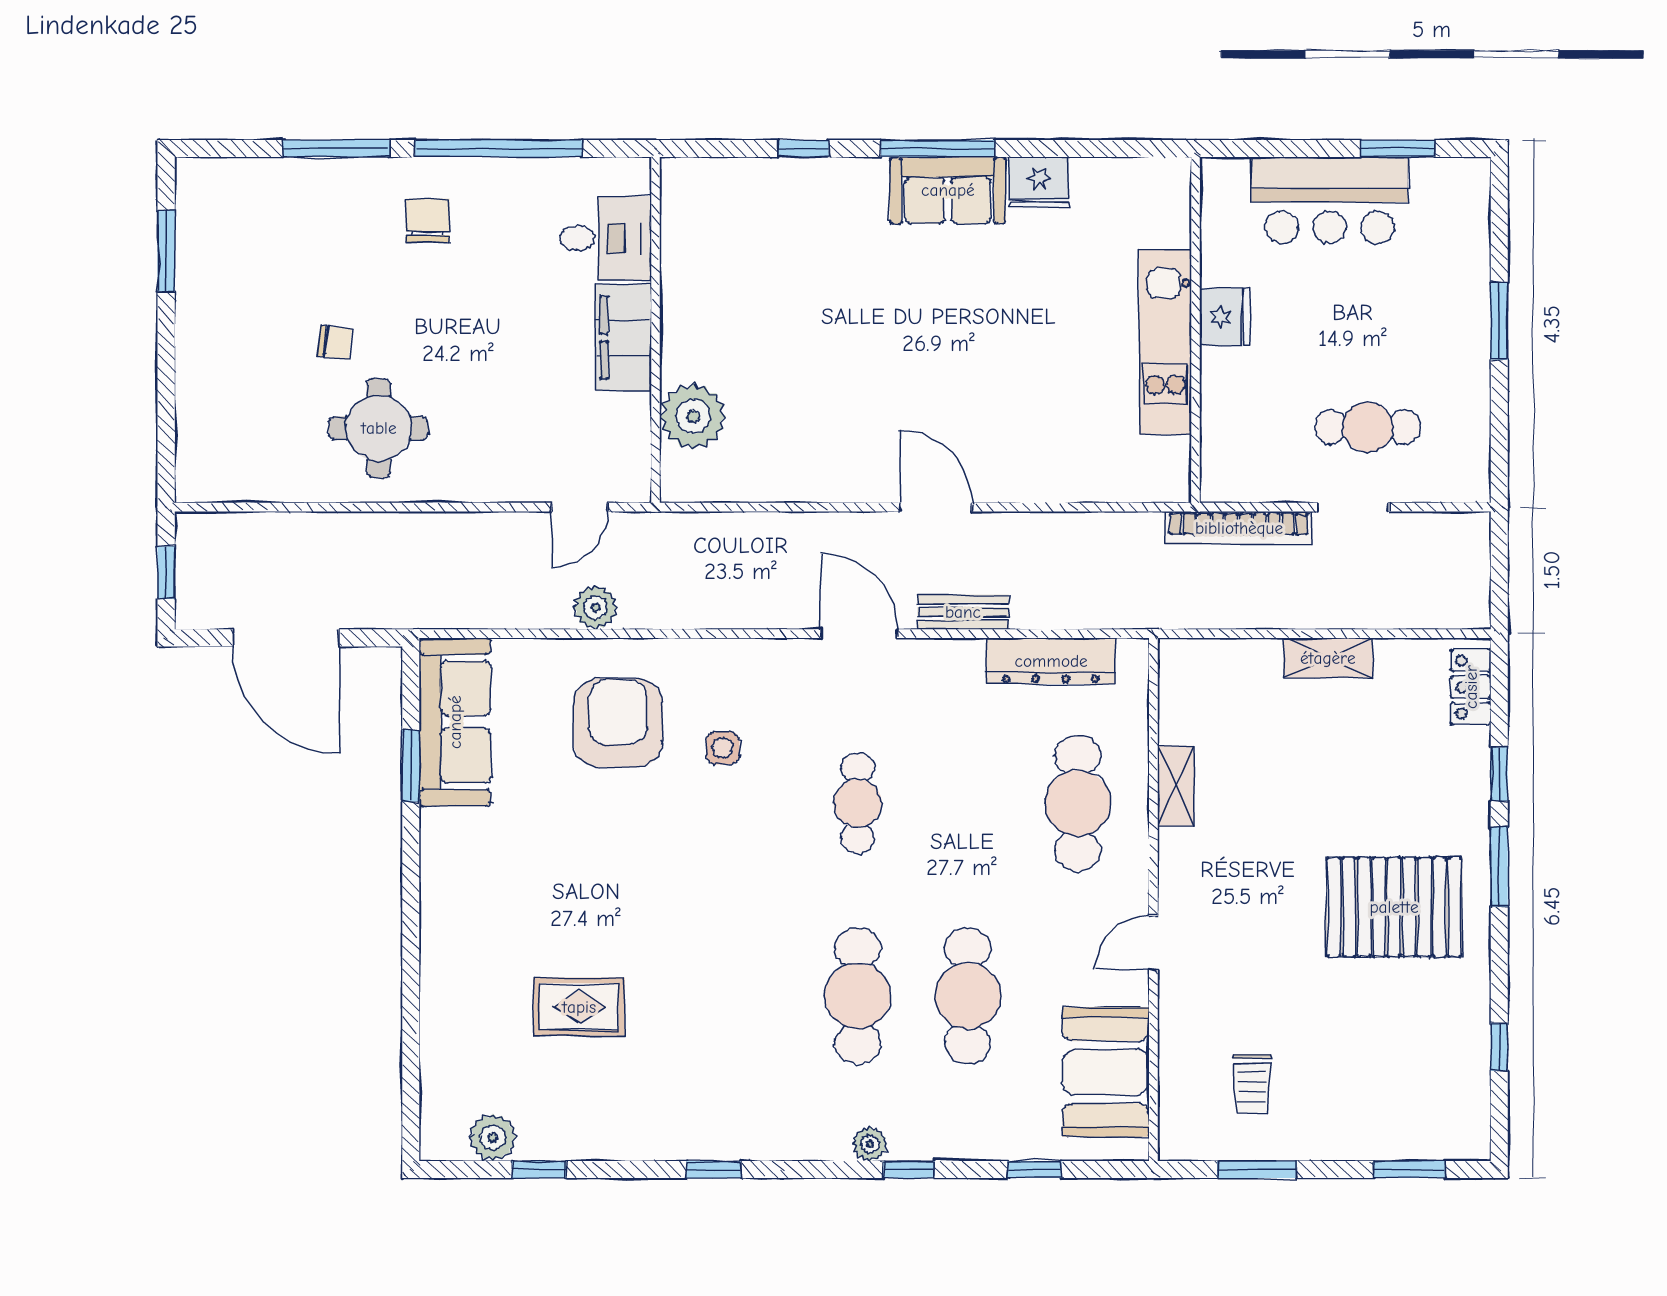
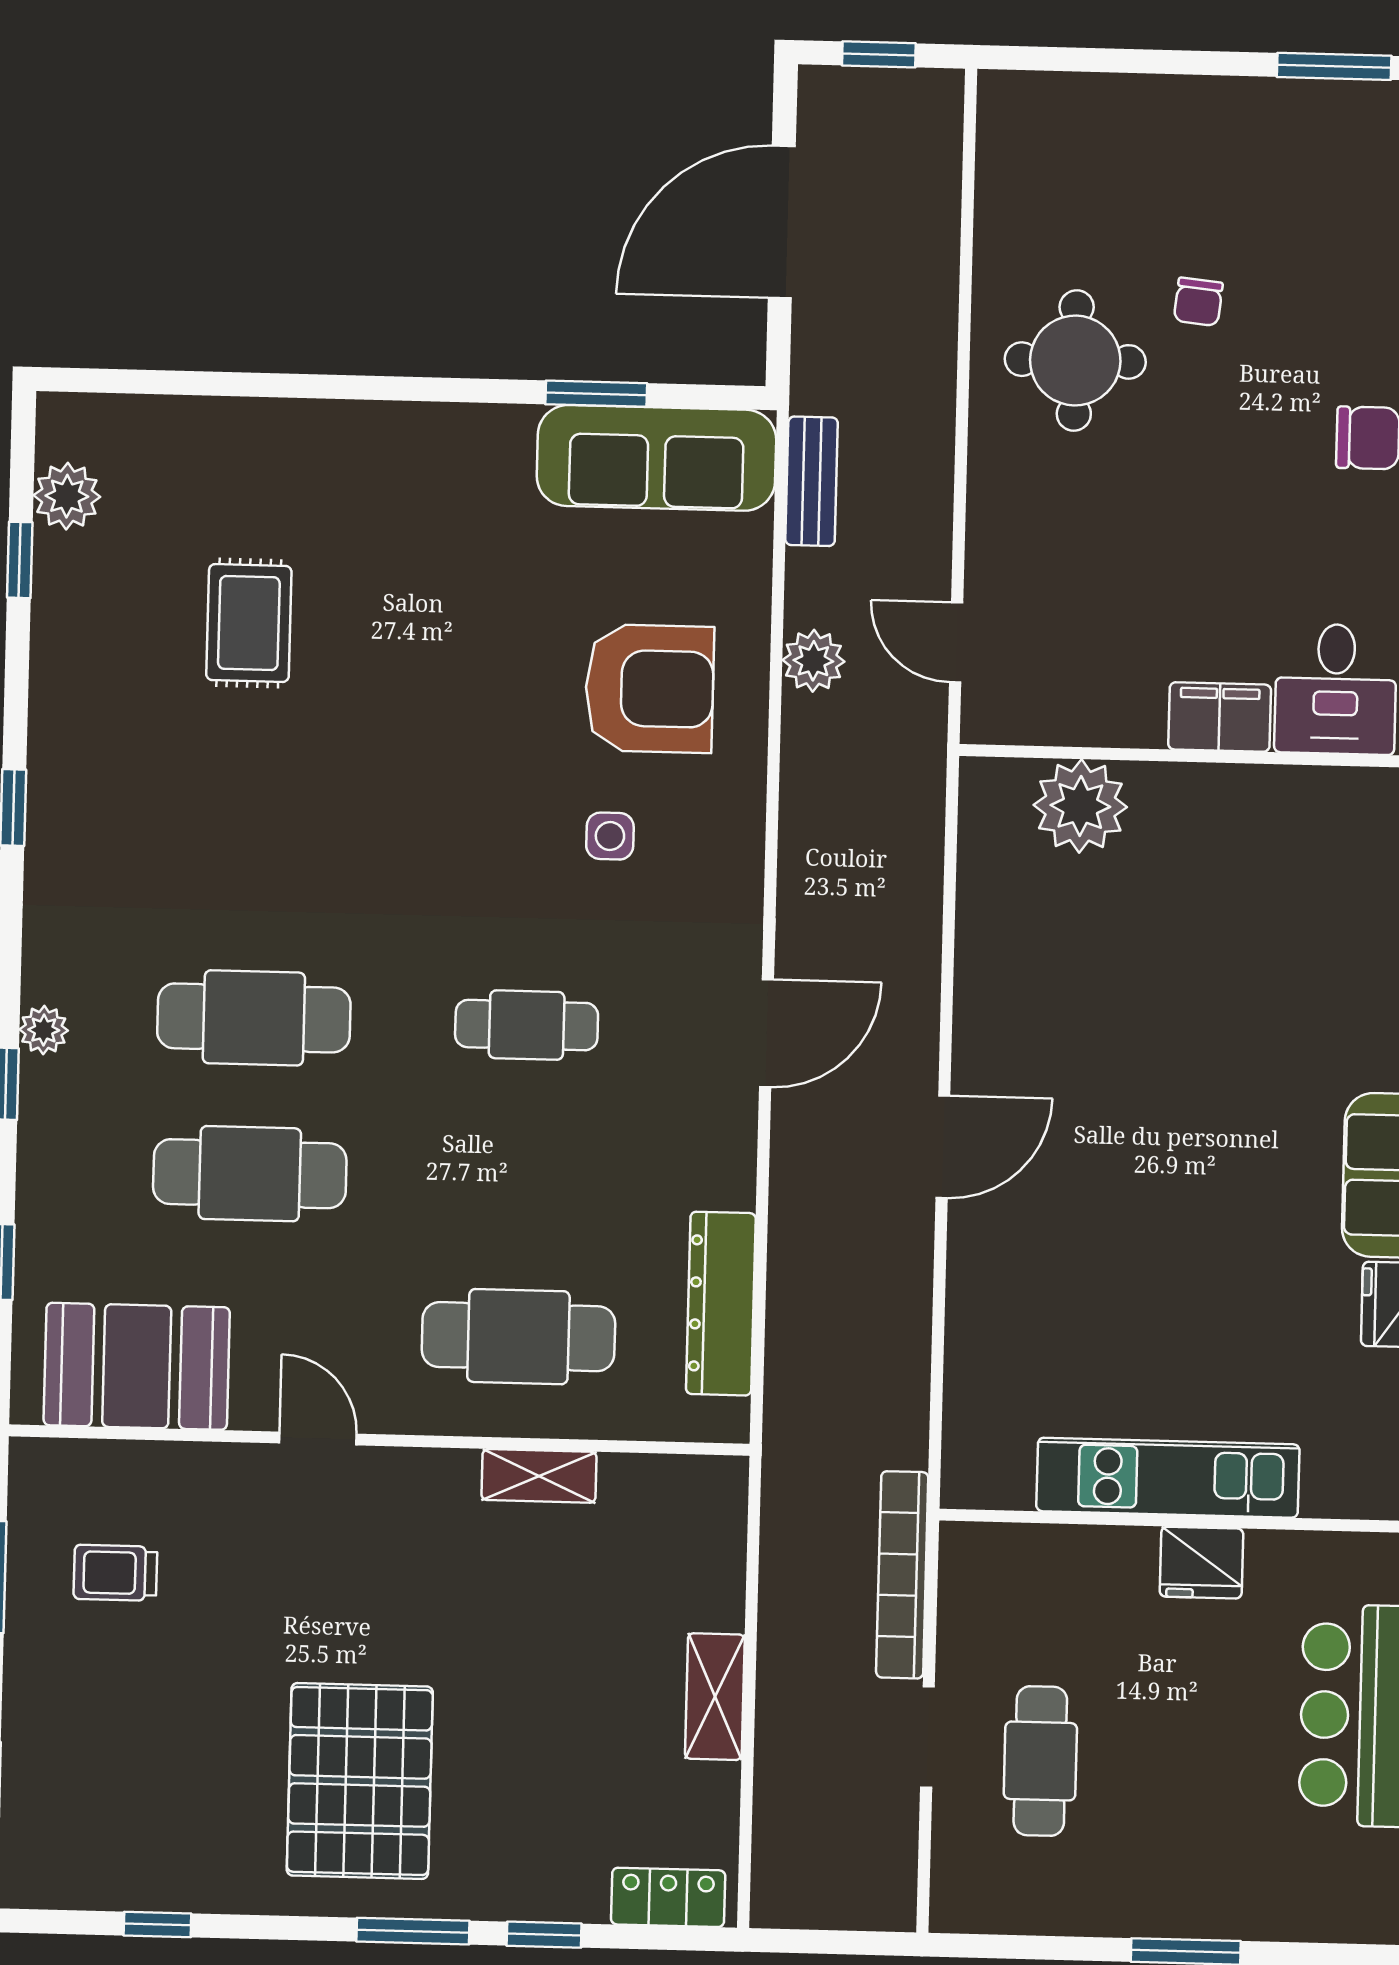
filing cabinet: (624, 338) -> (1220, 717), width x0.67, depth x0.86
bench: (963, 612) -> (812, 481), moved

